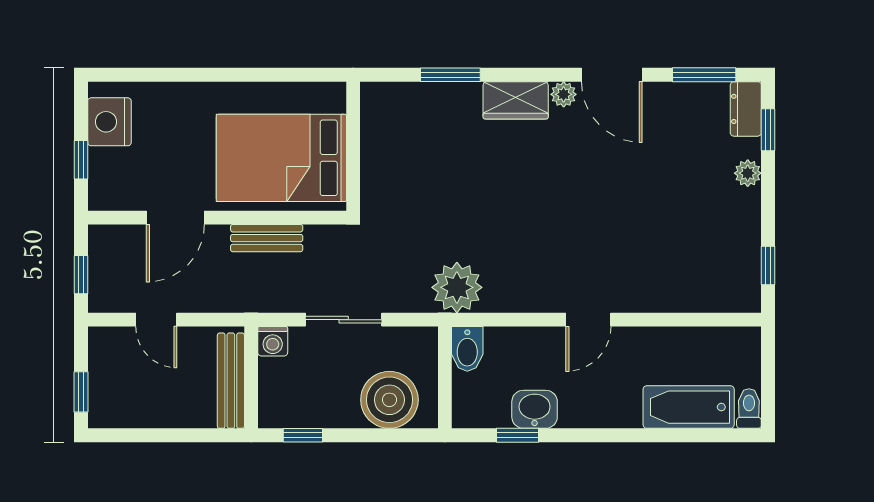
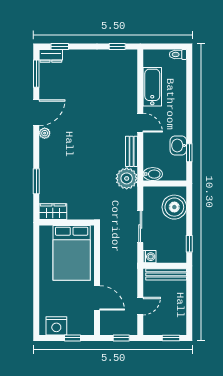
wardrobe: (516, 100) -> (53, 212), moved, turned -90
plant: (748, 173) -> (78, 55), removed
bench: (267, 238) -> (132, 151), moved
bathtub: (689, 407) -> (152, 87), moved, turned 180

